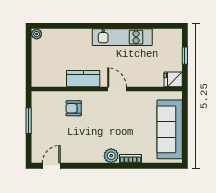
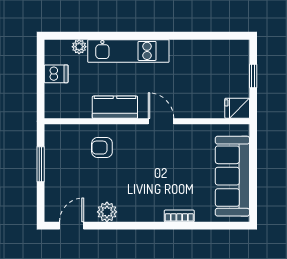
plant: (37, 34) -> (79, 47), moved
kitchen unit: (122, 37) -> (128, 51), moved
dishwasher: (40, 54) -> (56, 74), added
plant: (111, 156) -> (107, 212), moved

